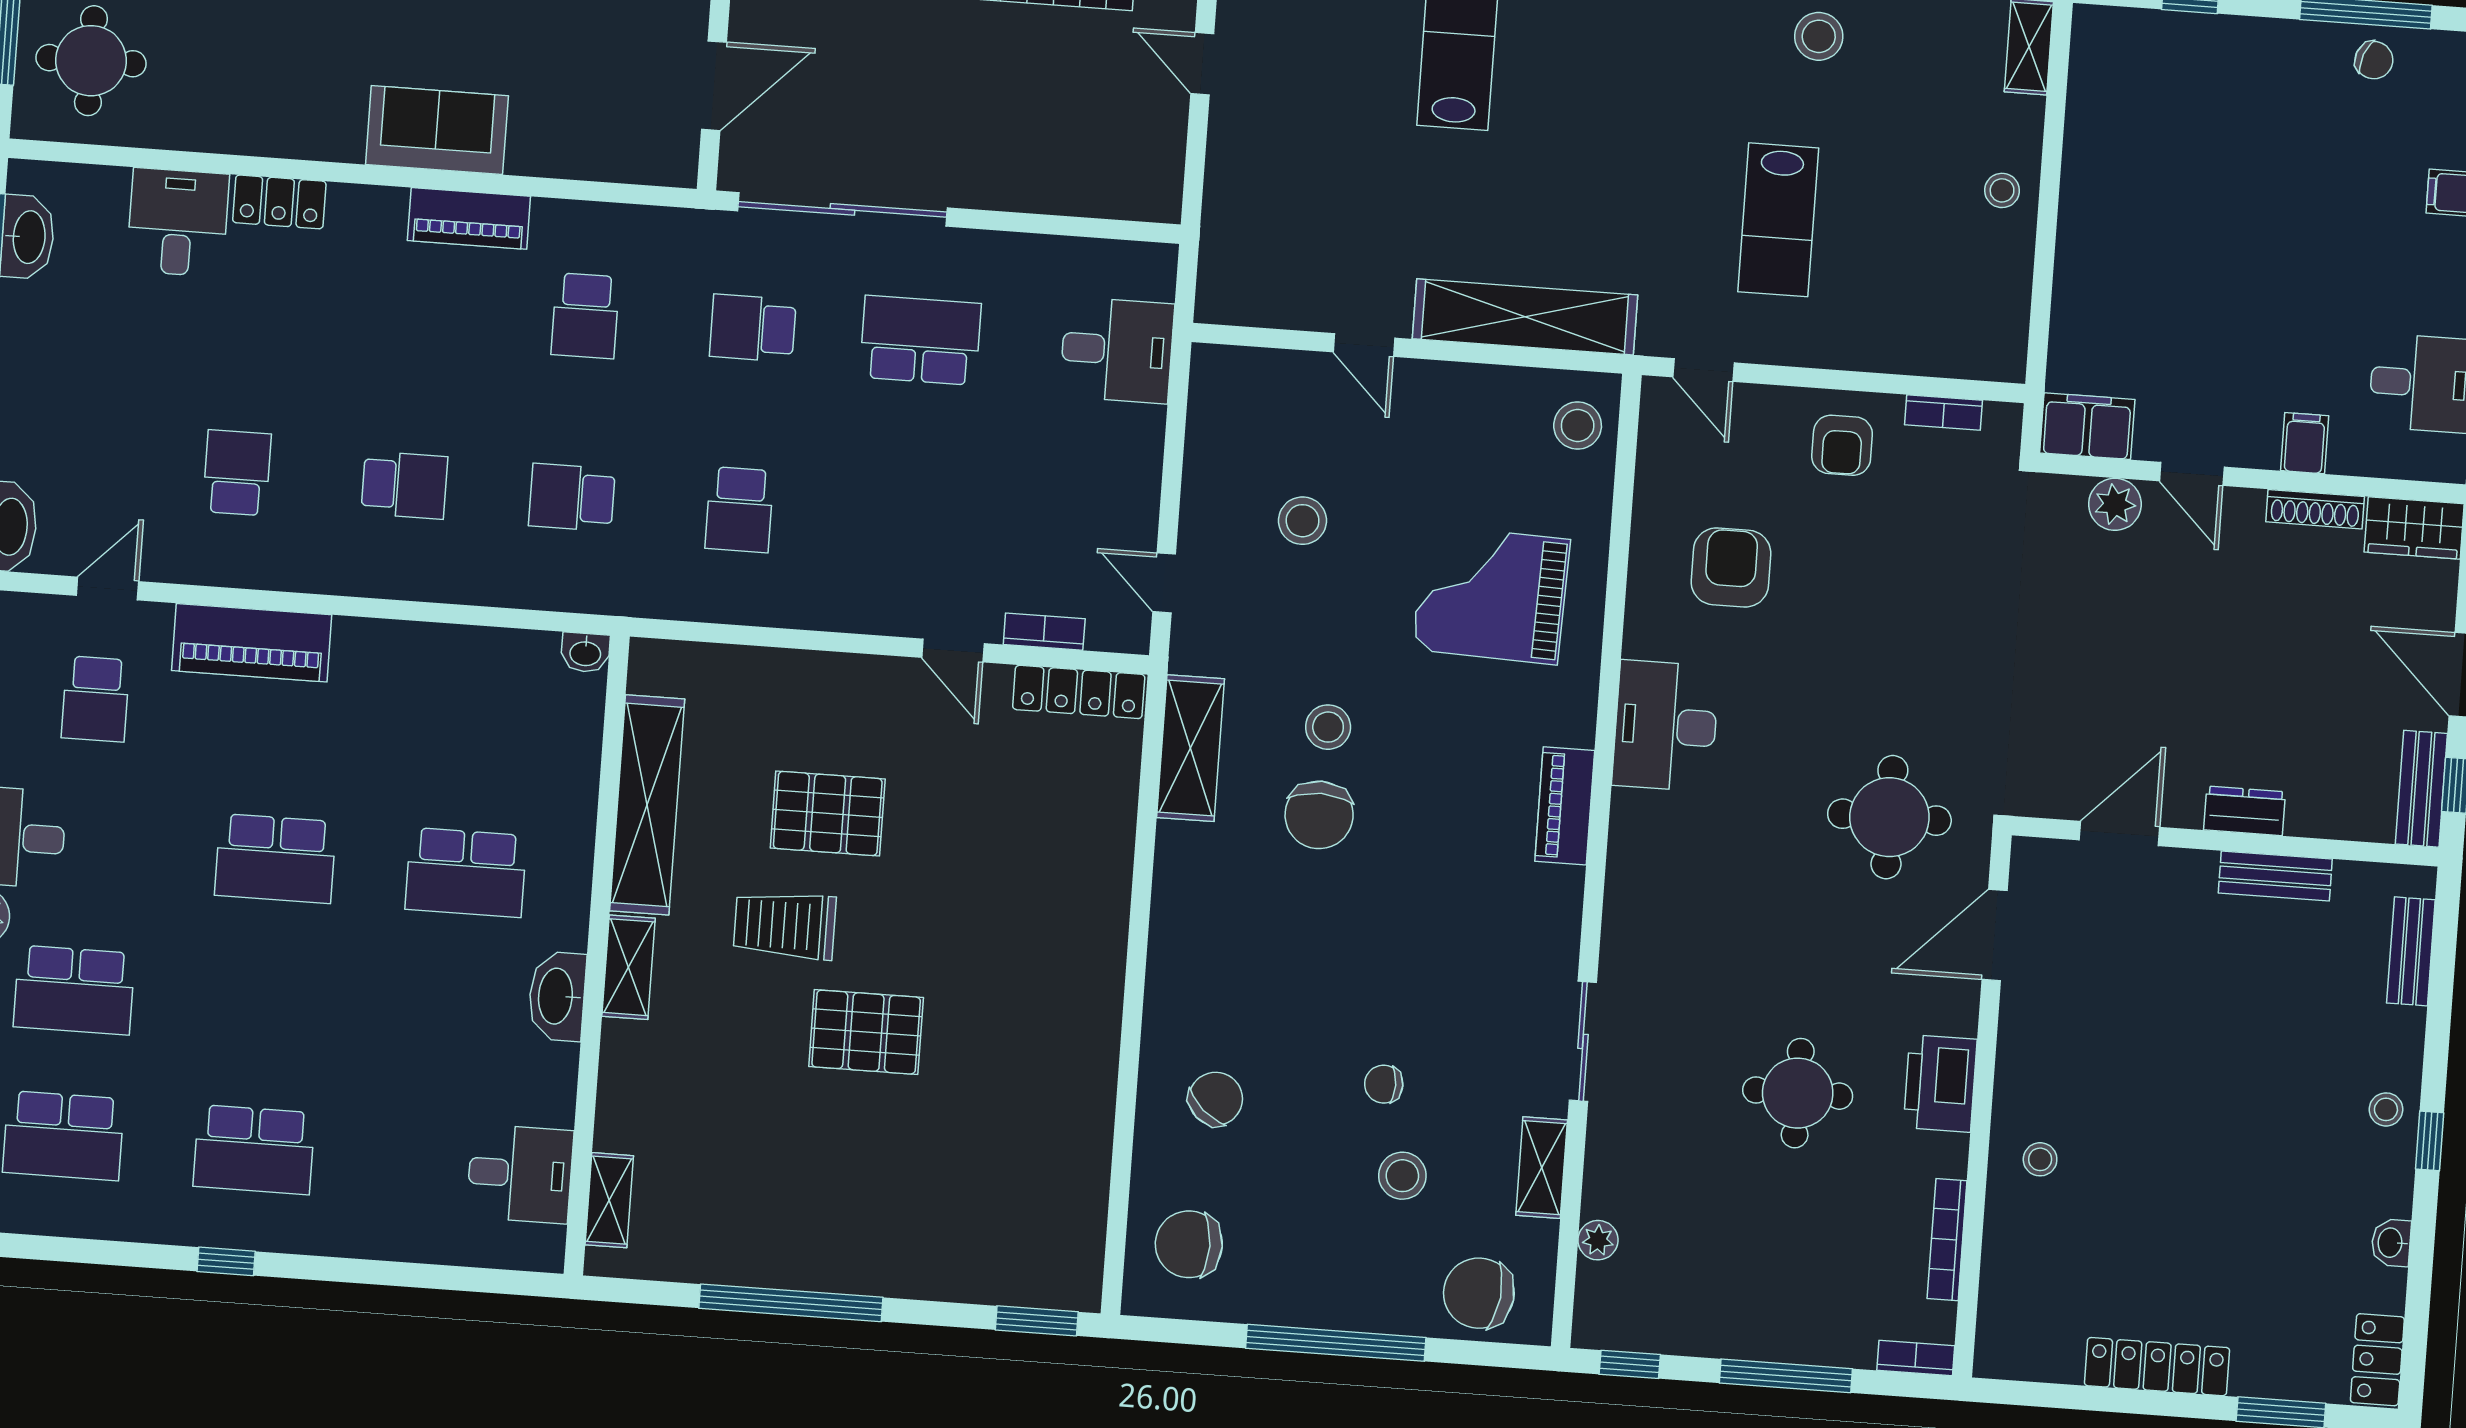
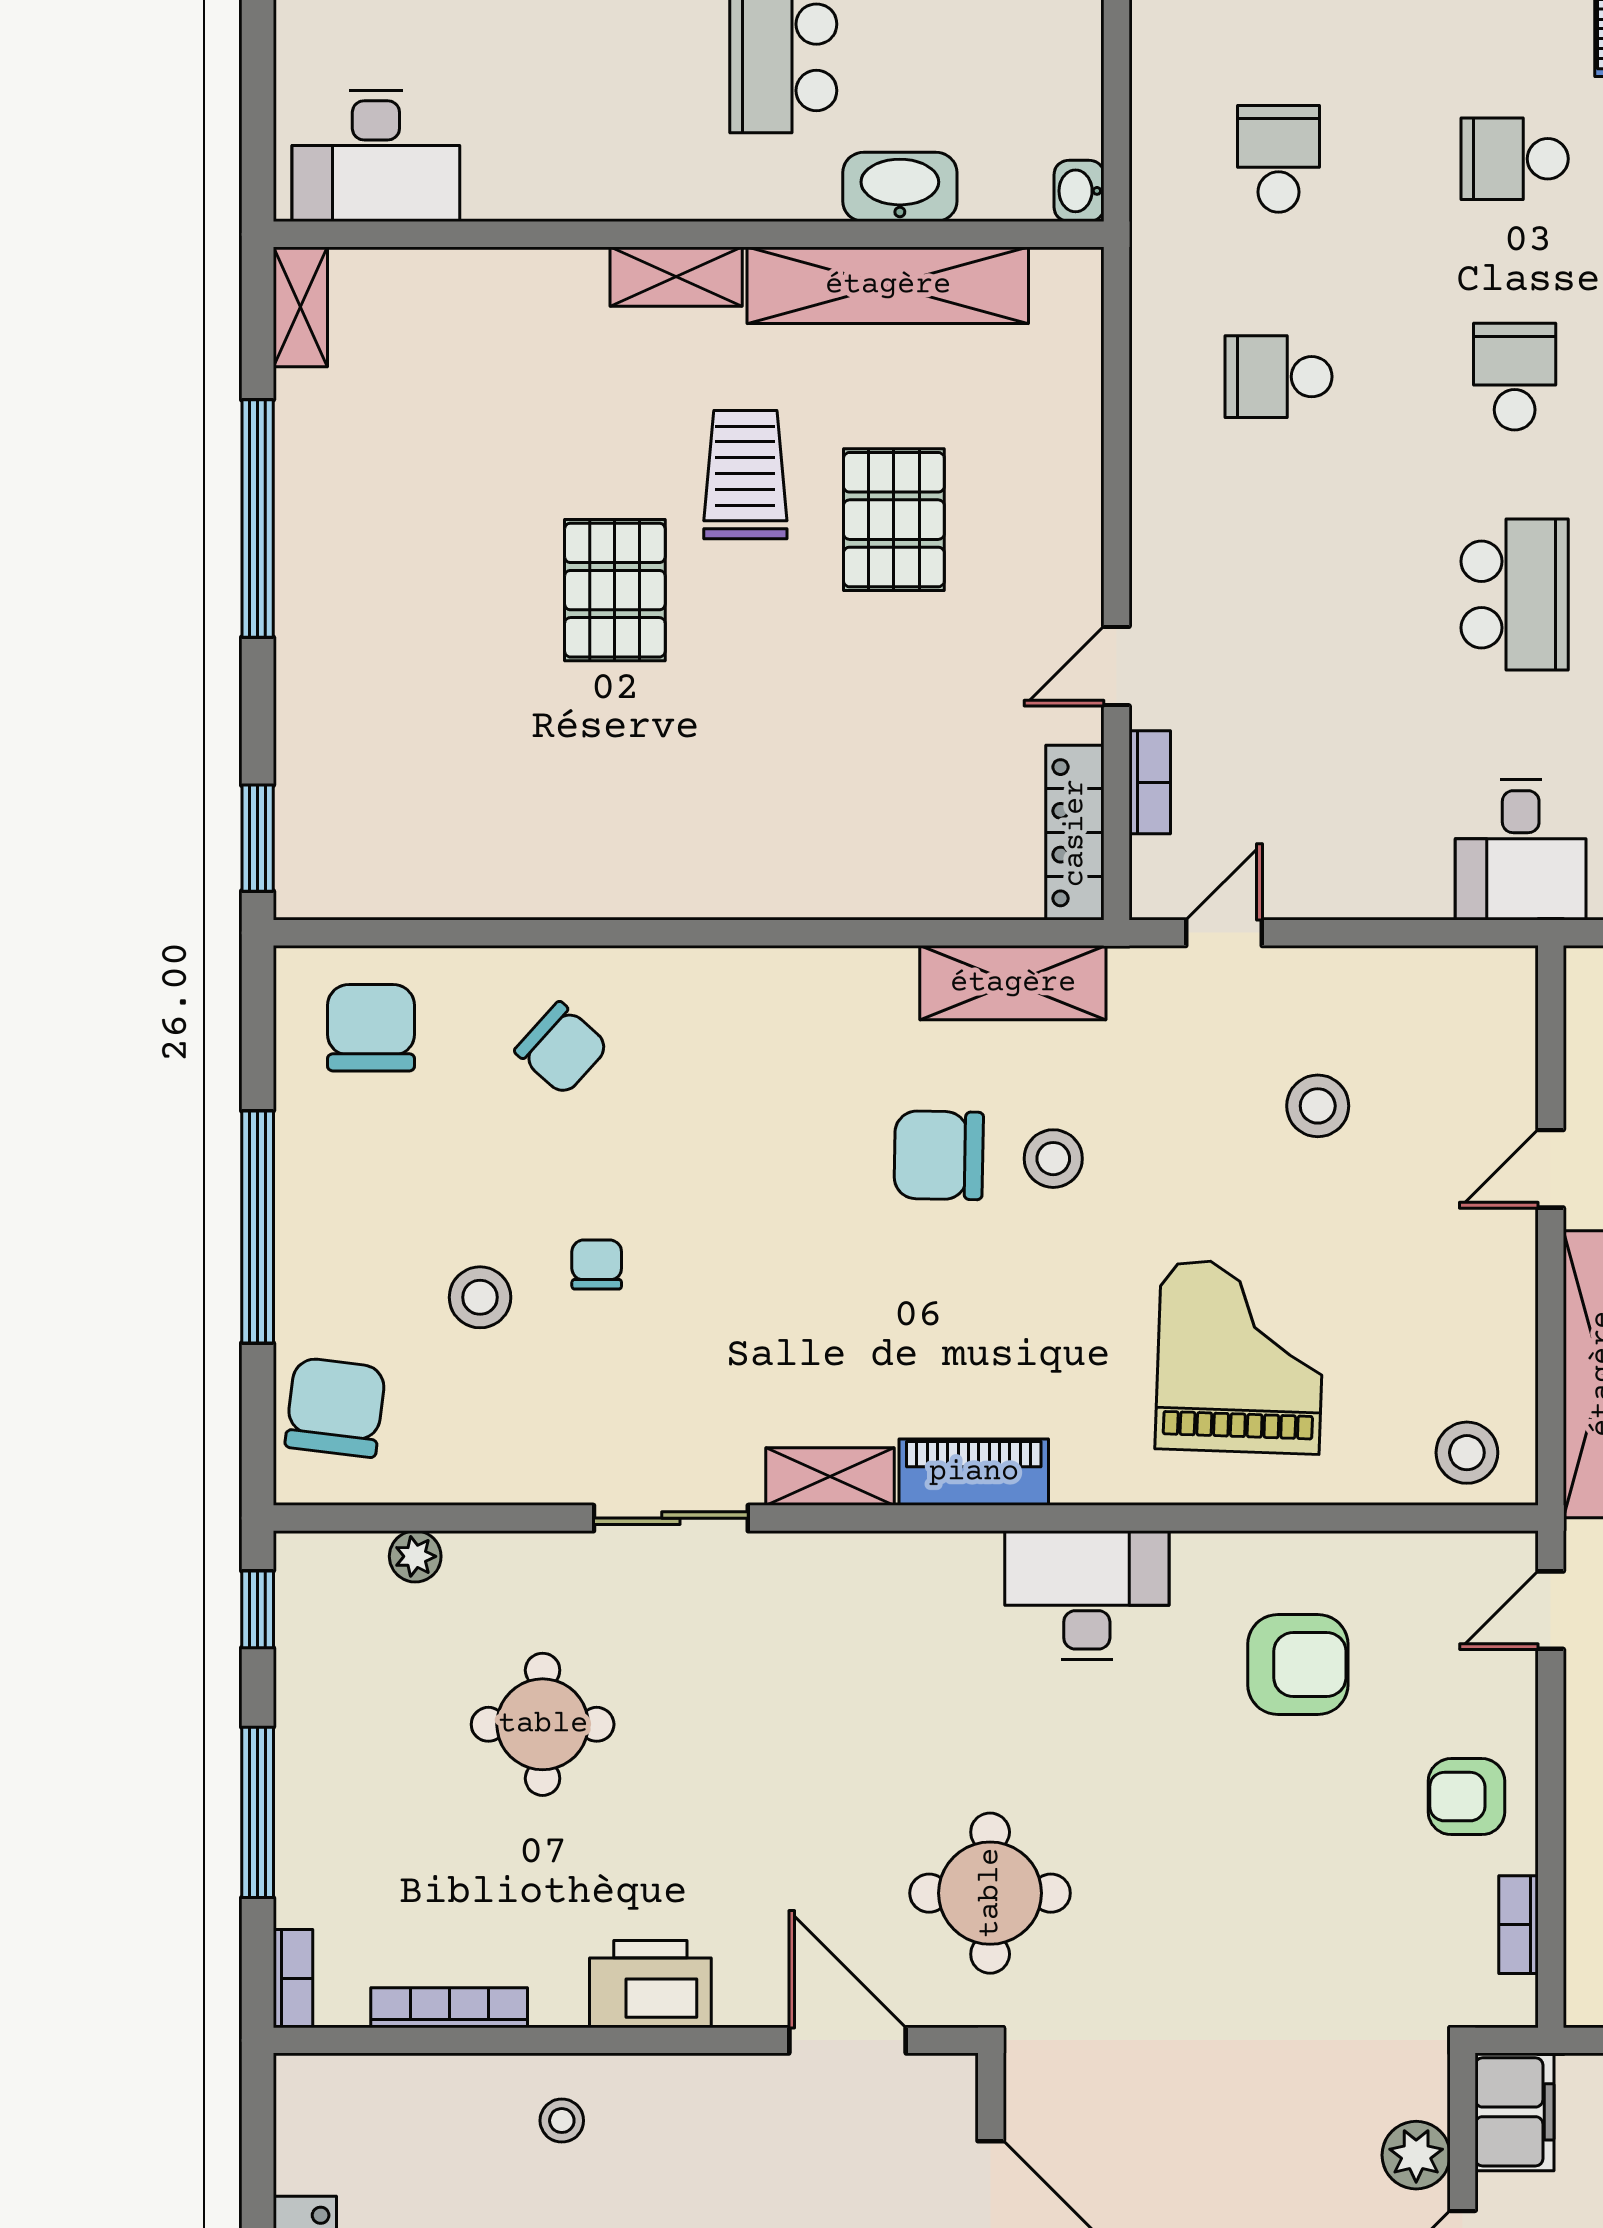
washbasin: (557, 996) -> (900, 187), moved
round table: (1798, 1093) -> (543, 1724), moved
shelving: (1542, 1168) -> (830, 1477), moved
desk: (520, 1174) -> (376, 156), width x1.37
shelving: (609, 1200) -> (300, 307), moved, turned 90

